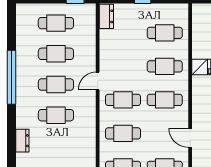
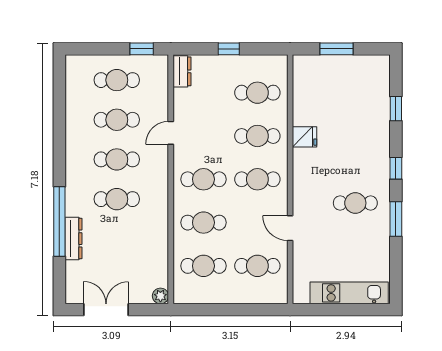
window: (12, 77) -> (59, 221), moved
door: (98, 81) -> (171, 133), moved
dresser: (22, 141) -> (73, 239), width x1.44

